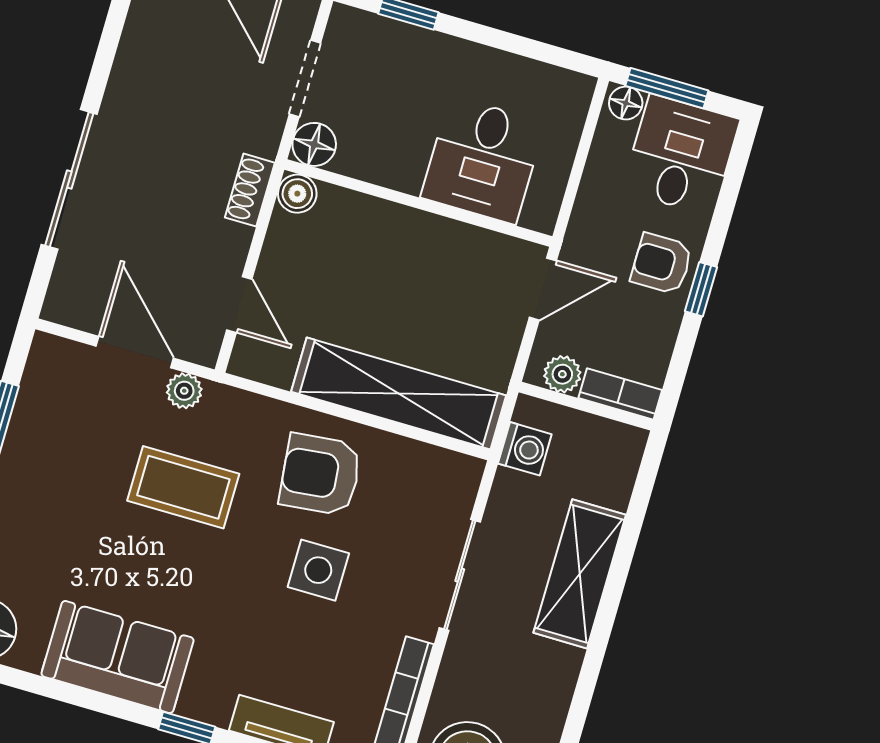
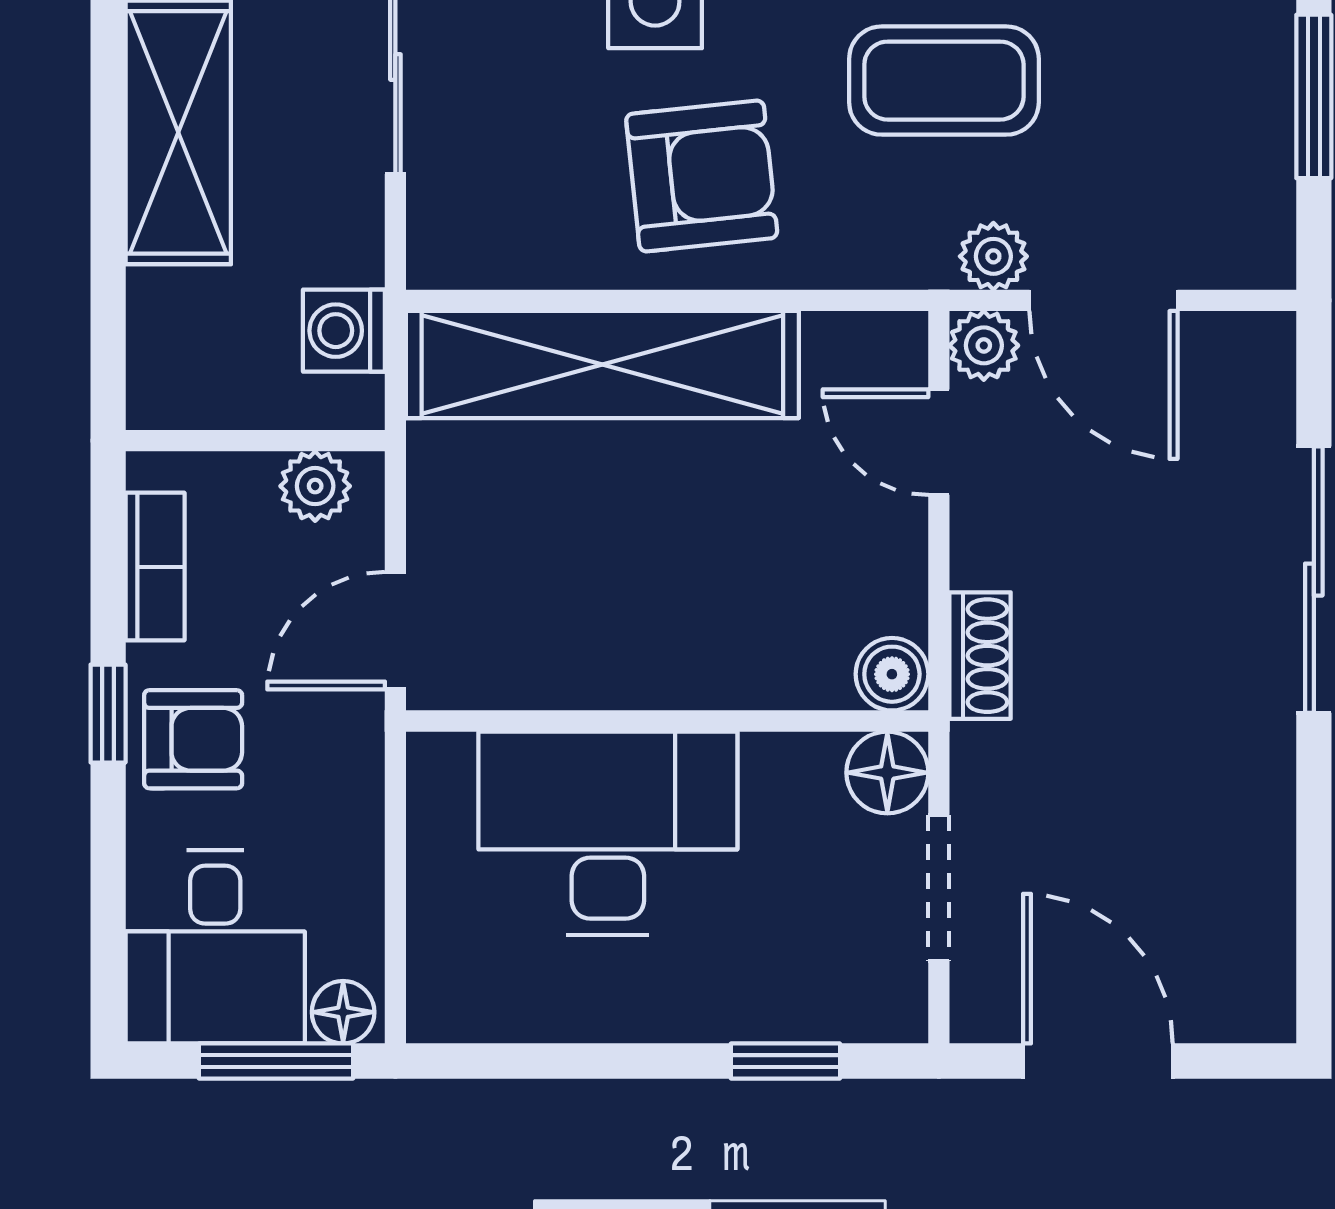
desk: (483, 160) -> (608, 833), width x1.37
plant: (202, 347) -> (984, 345), added
bookcase: (620, 394) -> (155, 567), moved, turned -90

